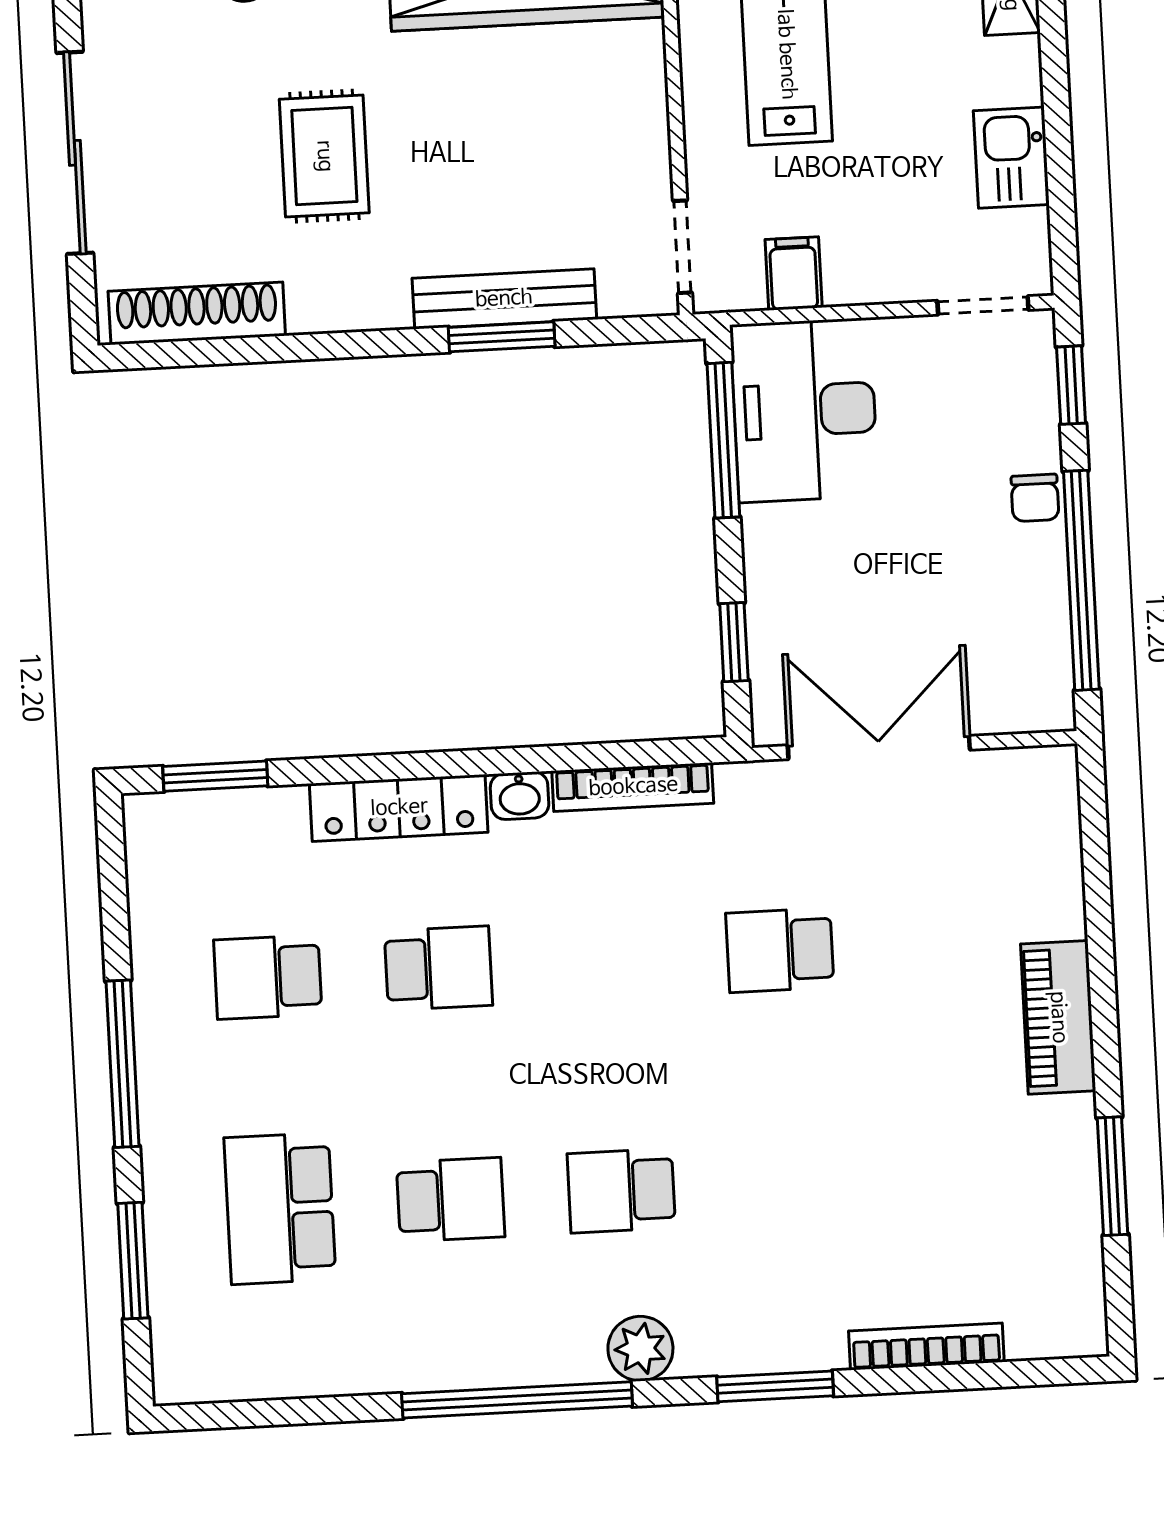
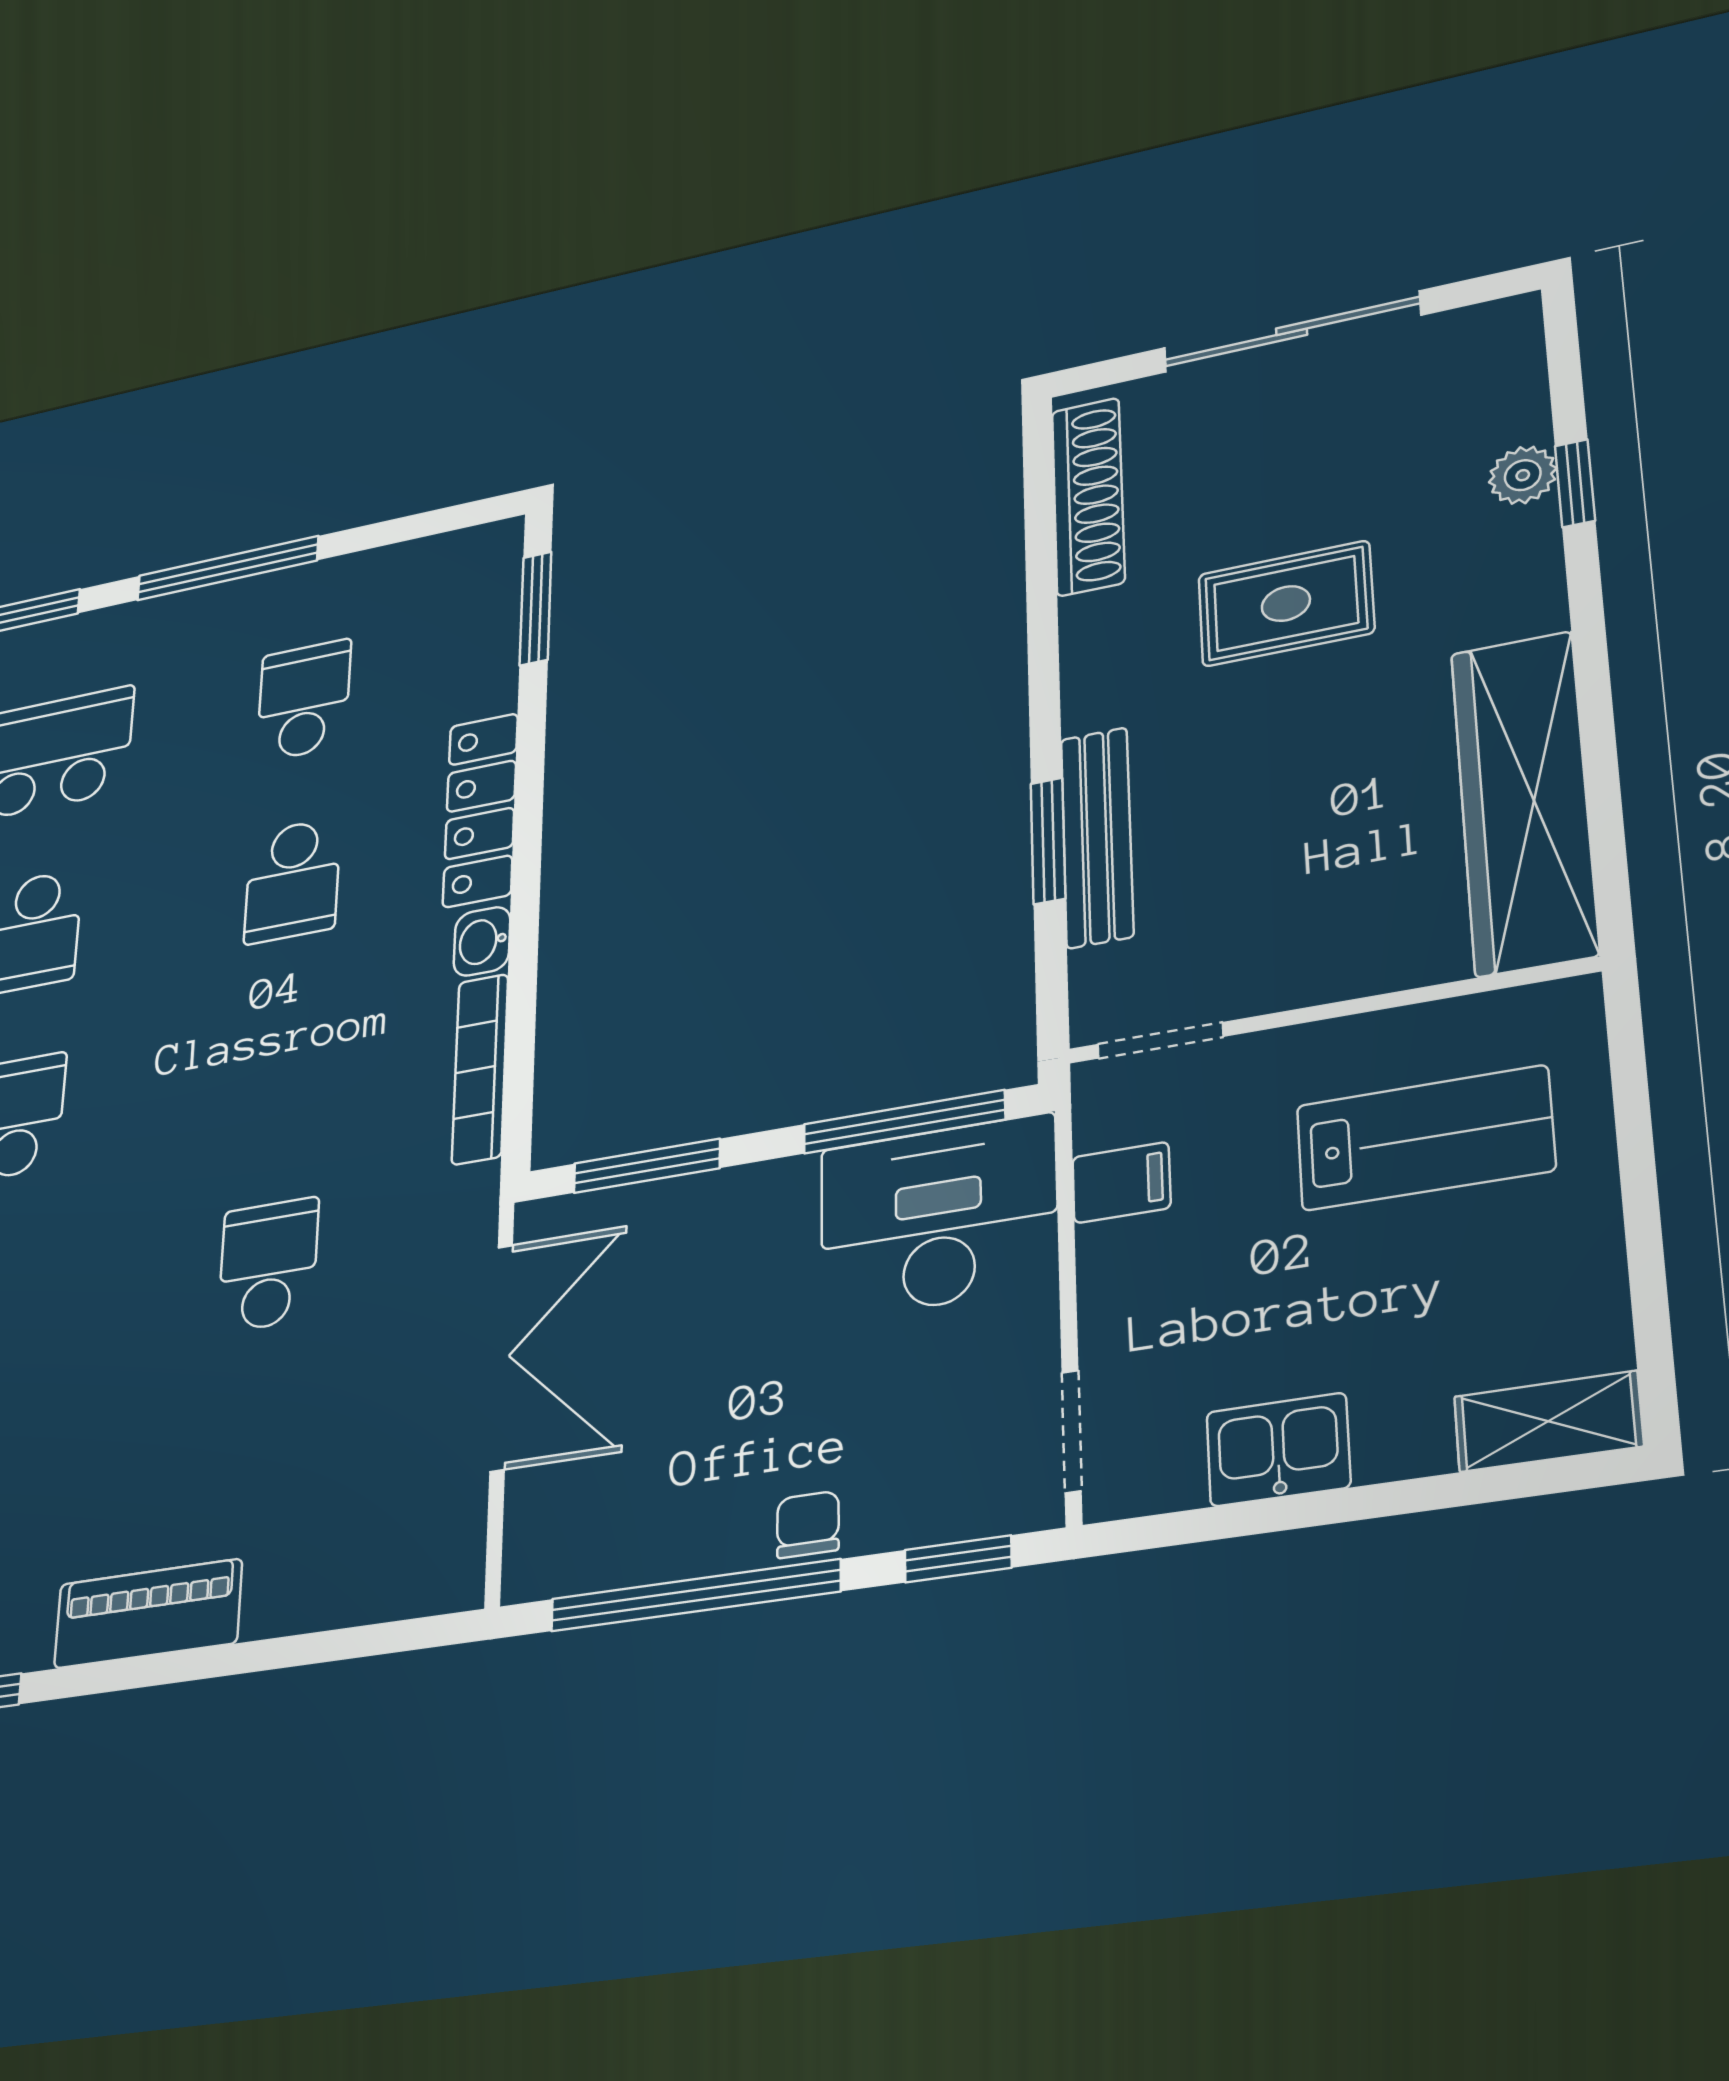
chair: (1035, 498) -> (808, 1524), turned 90
window: (734, 642) -> (647, 1166), width x1.50

